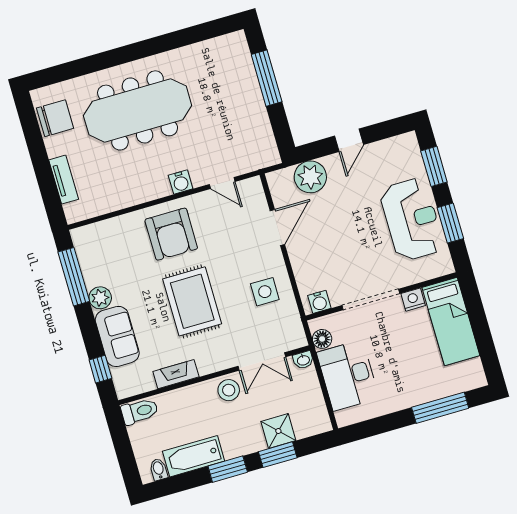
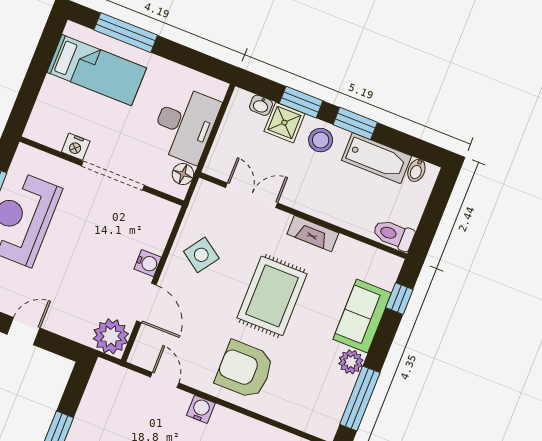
plant: (310, 177) -> (111, 336), moved
door: (277, 228) -> (146, 303), swing flipped
armchair: (171, 234) -> (245, 370), turned -90
side table: (265, 292) -> (201, 255), turned 35
water cooler: (319, 302) -> (148, 263), moved, turned 90
bed: (451, 321) -> (97, 70), moved, turned 90
washbasin: (303, 360) -> (261, 105), moved, turned 180
fireplace: (176, 374) -> (313, 234), moved
stool: (229, 390) -> (321, 140), moved

